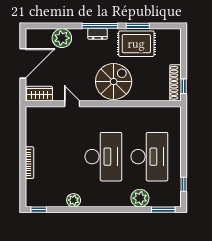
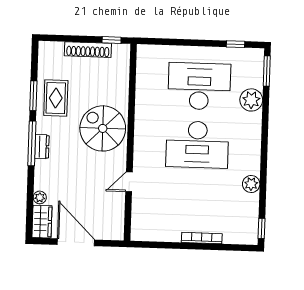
plant: (62, 38) -> (40, 197), width x0.53, depth x0.53
rug: (136, 44) -> (56, 98), width x0.73, depth x0.70
shoe rack: (175, 83) -> (88, 50), moved
wardrobe: (39, 94) -> (42, 222), moved, turned 180
desk: (103, 157) -> (197, 145), turned 180

